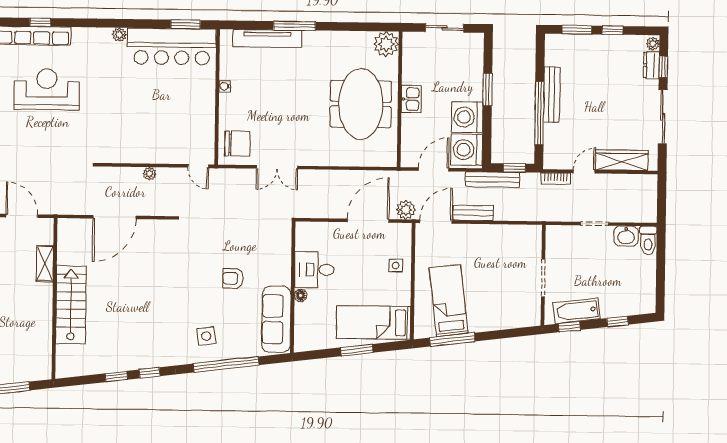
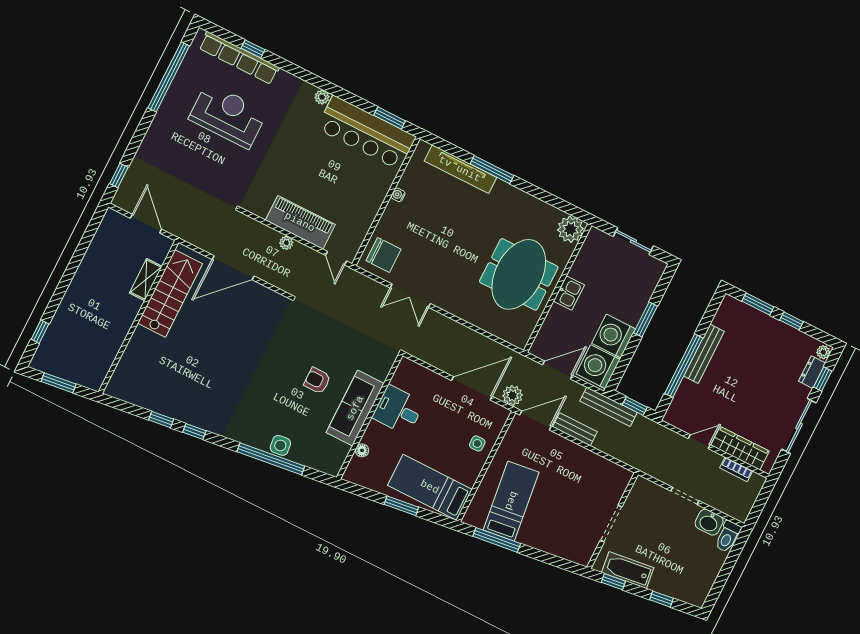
piano: (153, 150) -> (300, 222), added
bookcase: (556, 179) -> (736, 469), moved
floor lamp: (301, 295) -> (362, 450), moved
stairs: (71, 305) -> (170, 293), moved
sofa: (276, 319) -> (355, 408), moved
side table: (206, 336) -> (280, 445), moved

